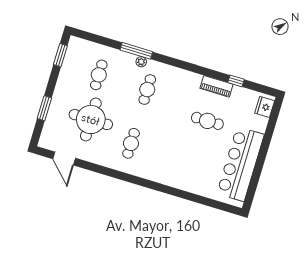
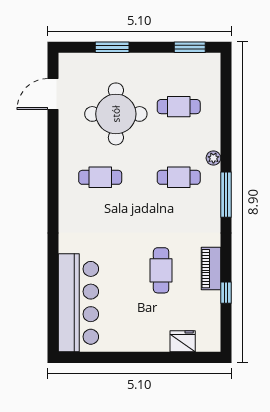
window: (136, 51) -> (226, 195), moved
fridge: (265, 107) -> (183, 341), moved
bar counter: (240, 164) -> (78, 303), moved, turned 90

